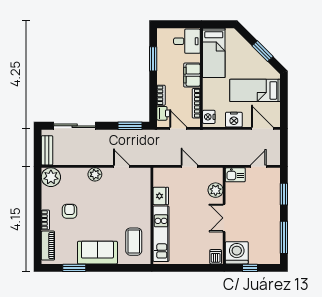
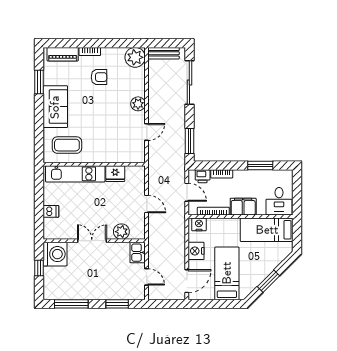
door: (178, 128) -> (187, 192), hinge flipped
door: (189, 166) -> (147, 204), hinge flipped
dishwasher: (216, 257) -> (51, 211), moved

